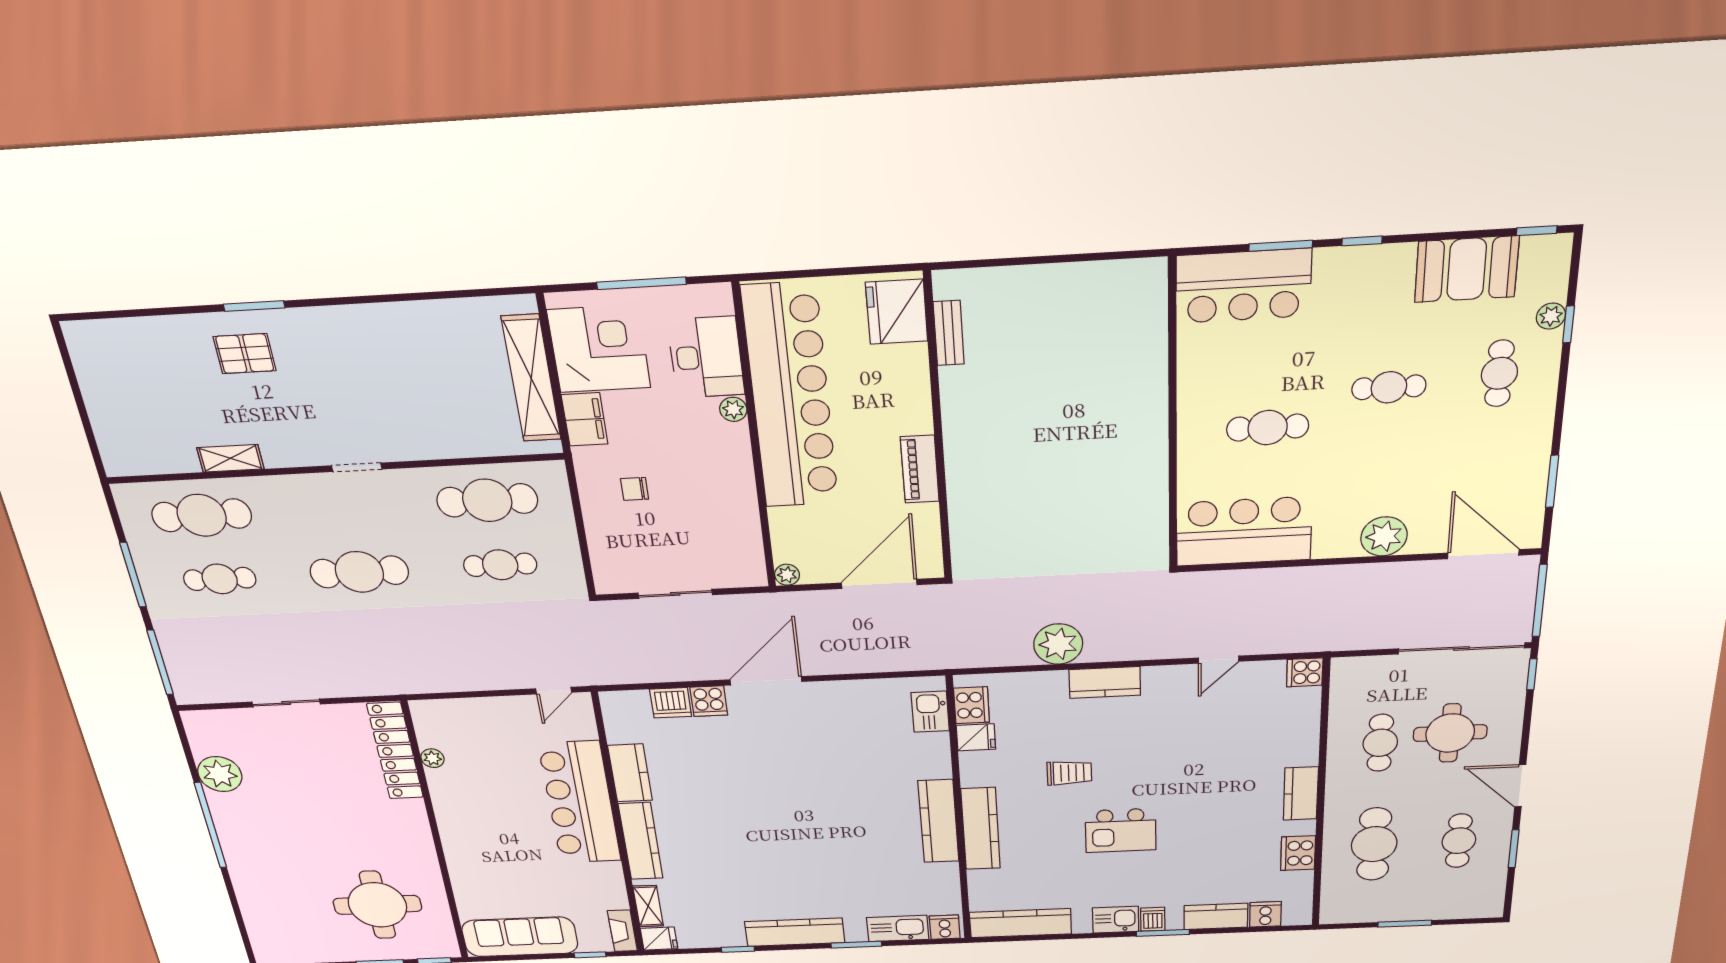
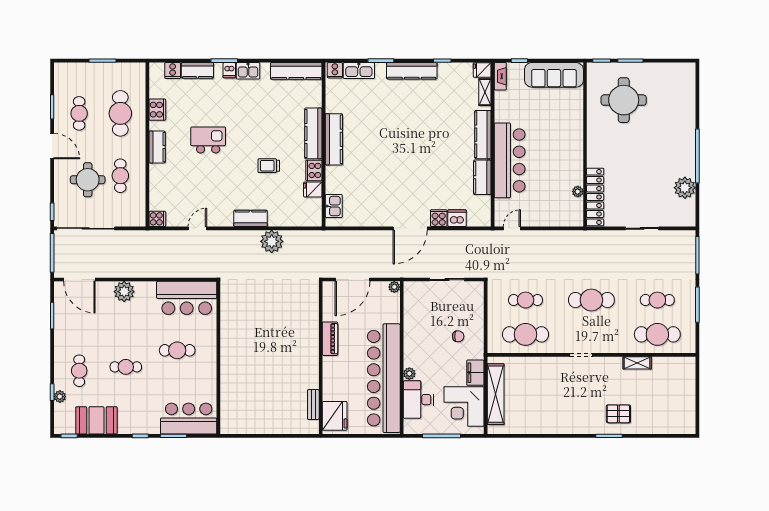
cooker: (972, 705) -> (314, 170), moved
kitchen island: (1121, 830) -> (208, 140), moved

